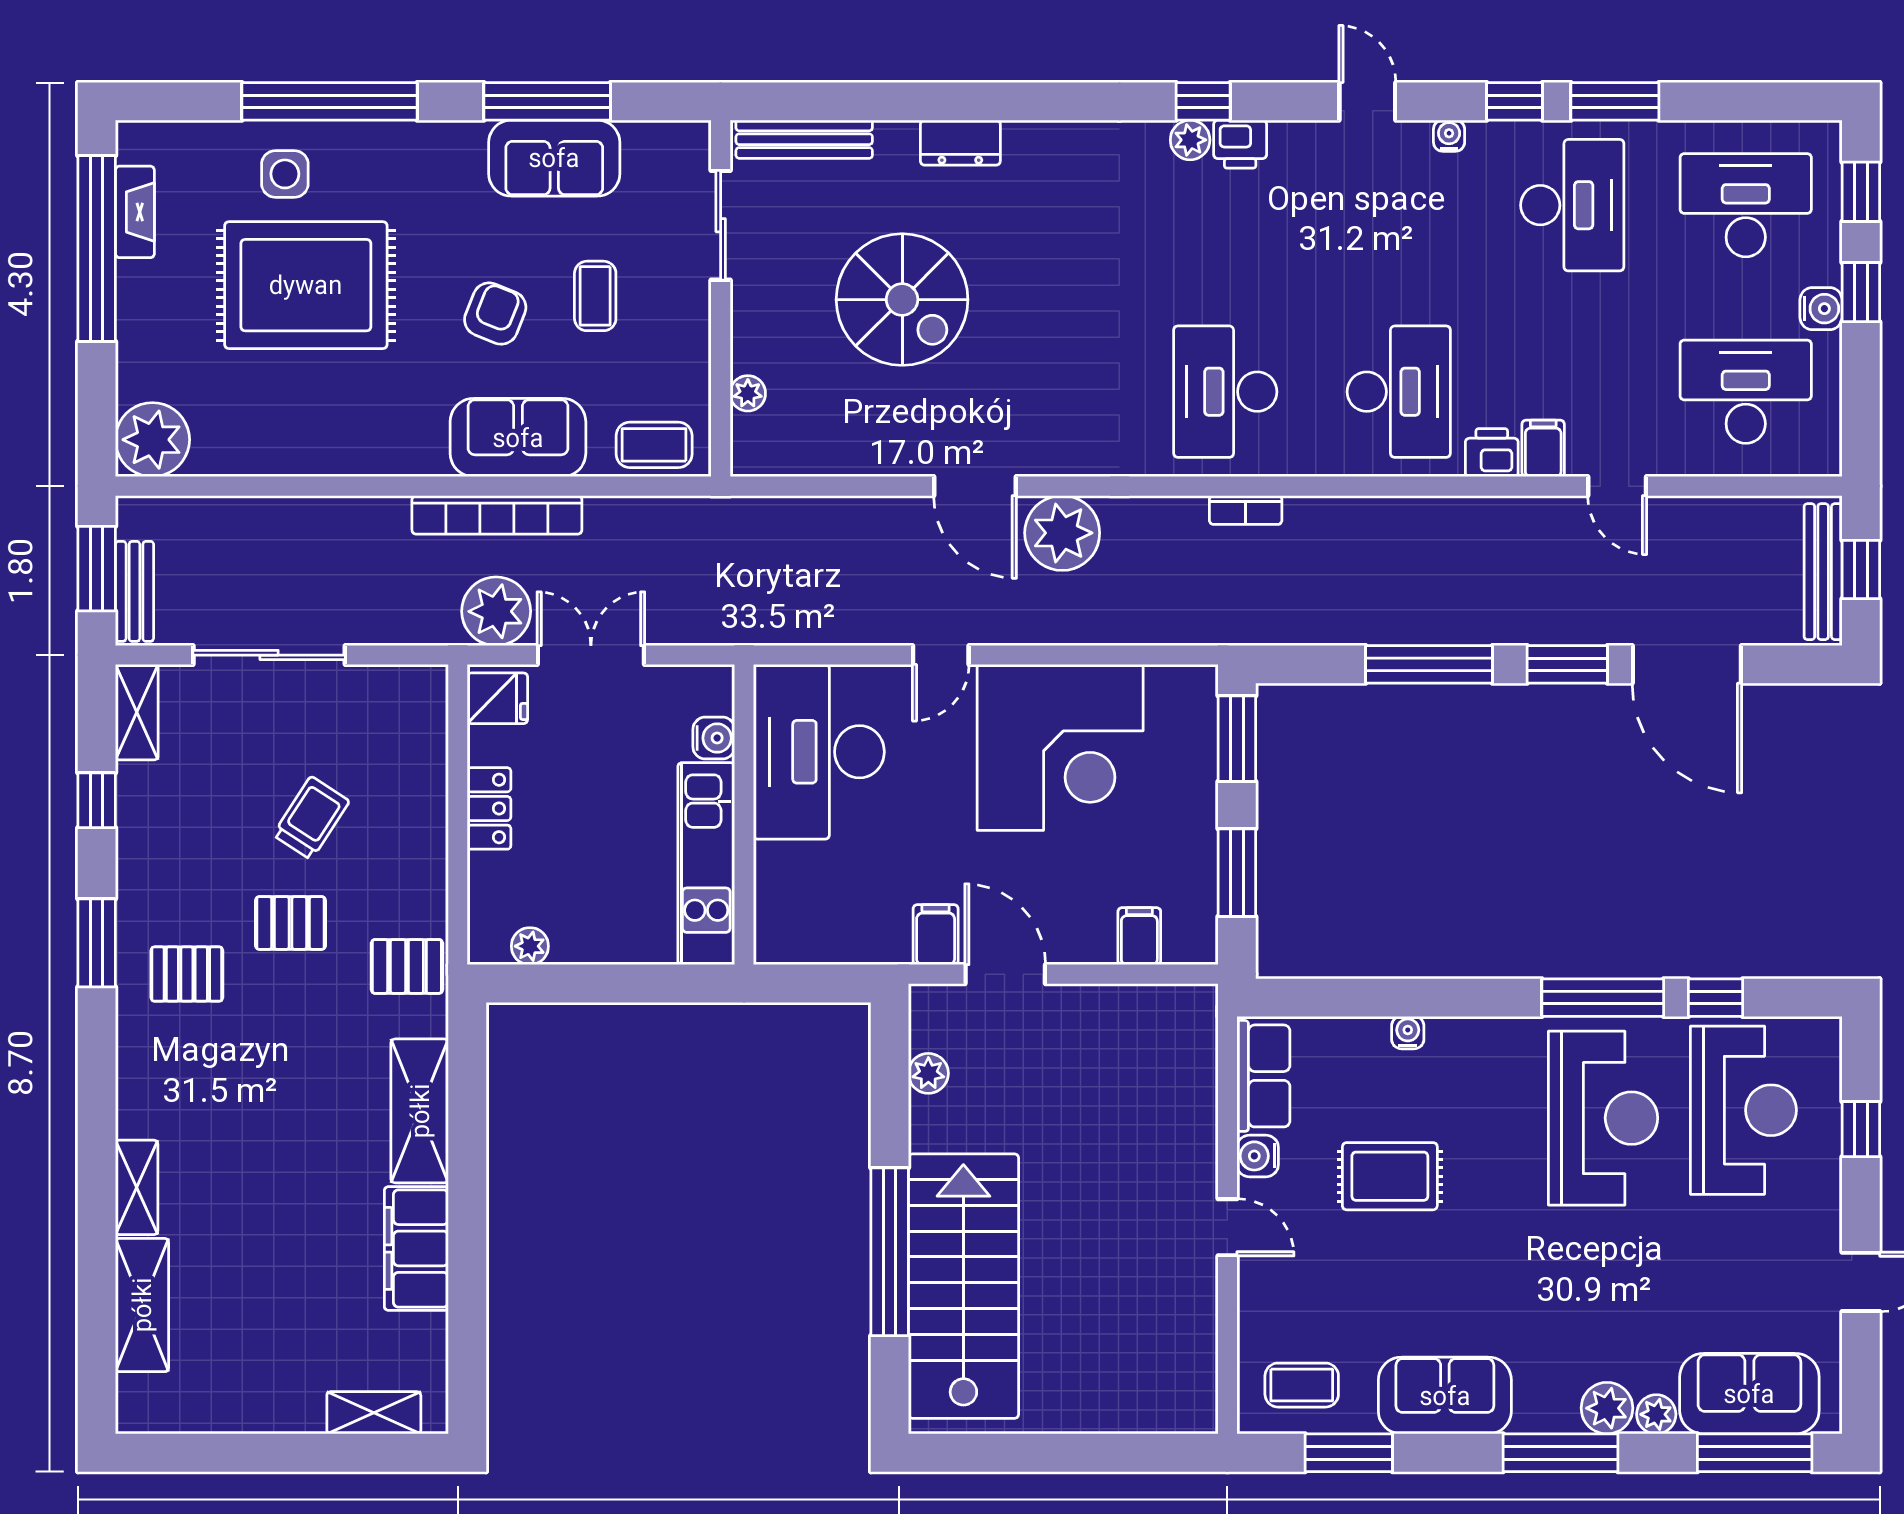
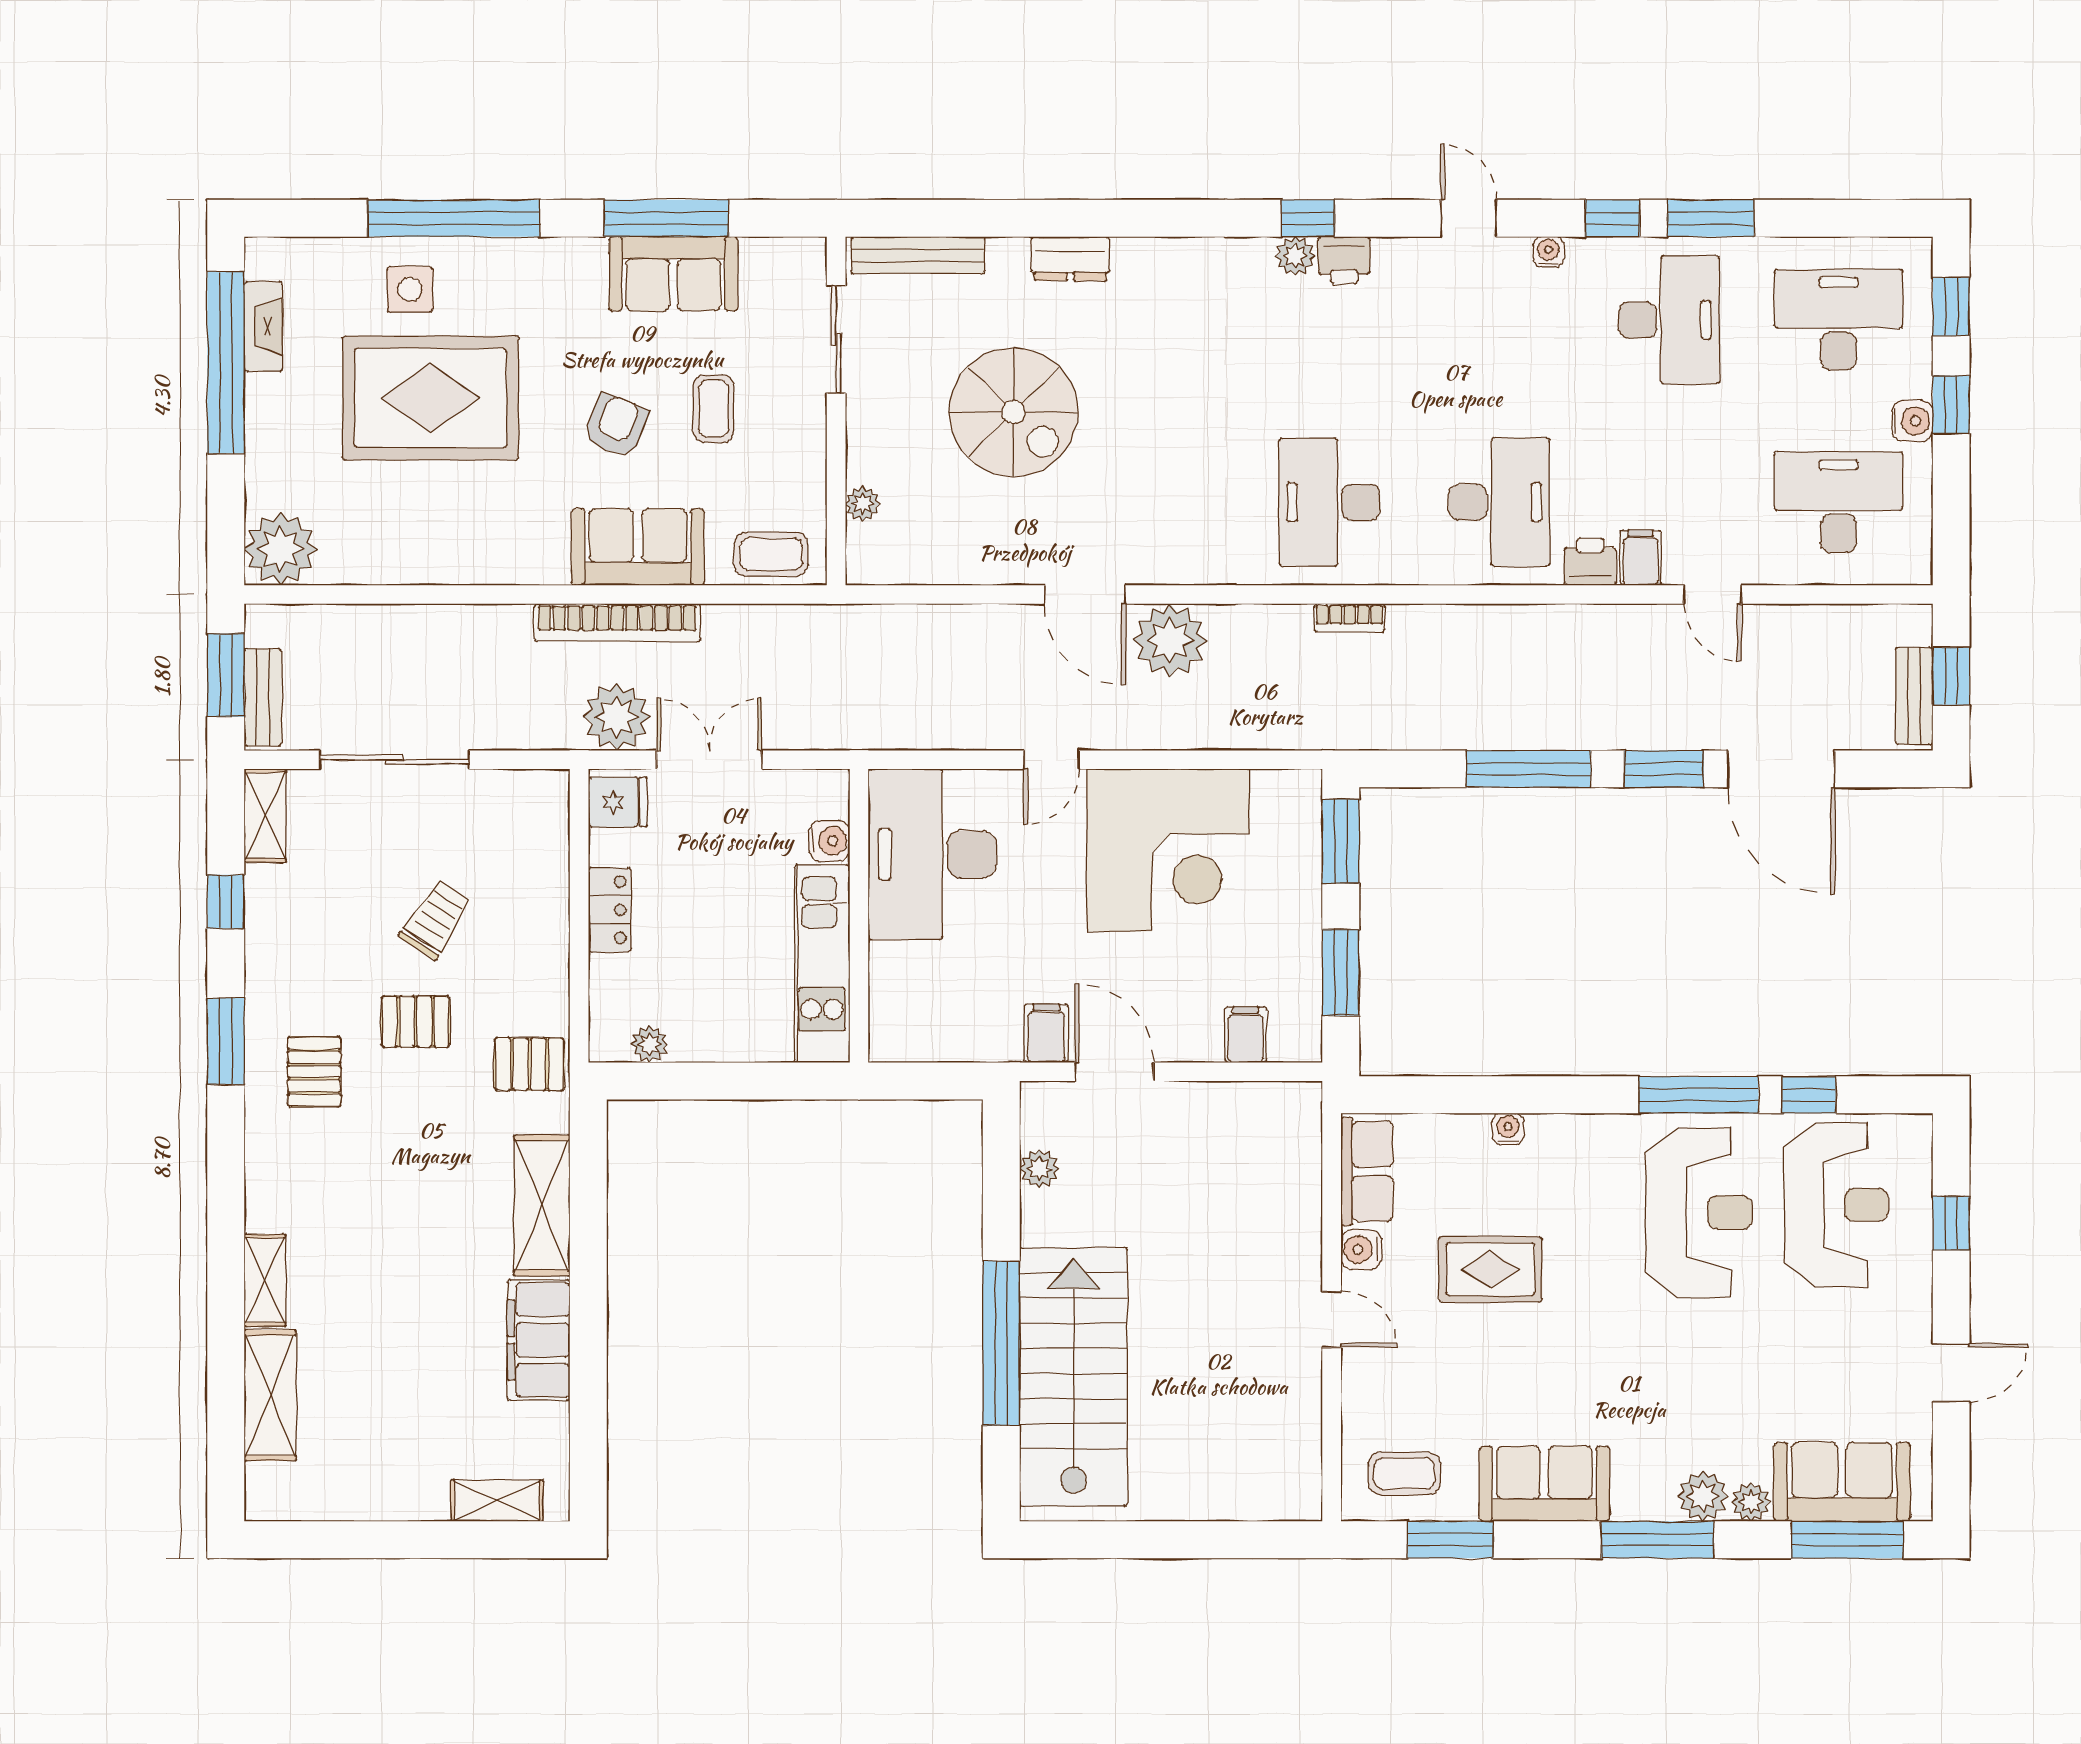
bench: (1823, 572) -> (1914, 696), width x0.73
pallet: (187, 974) -> (314, 1072), turned 90

